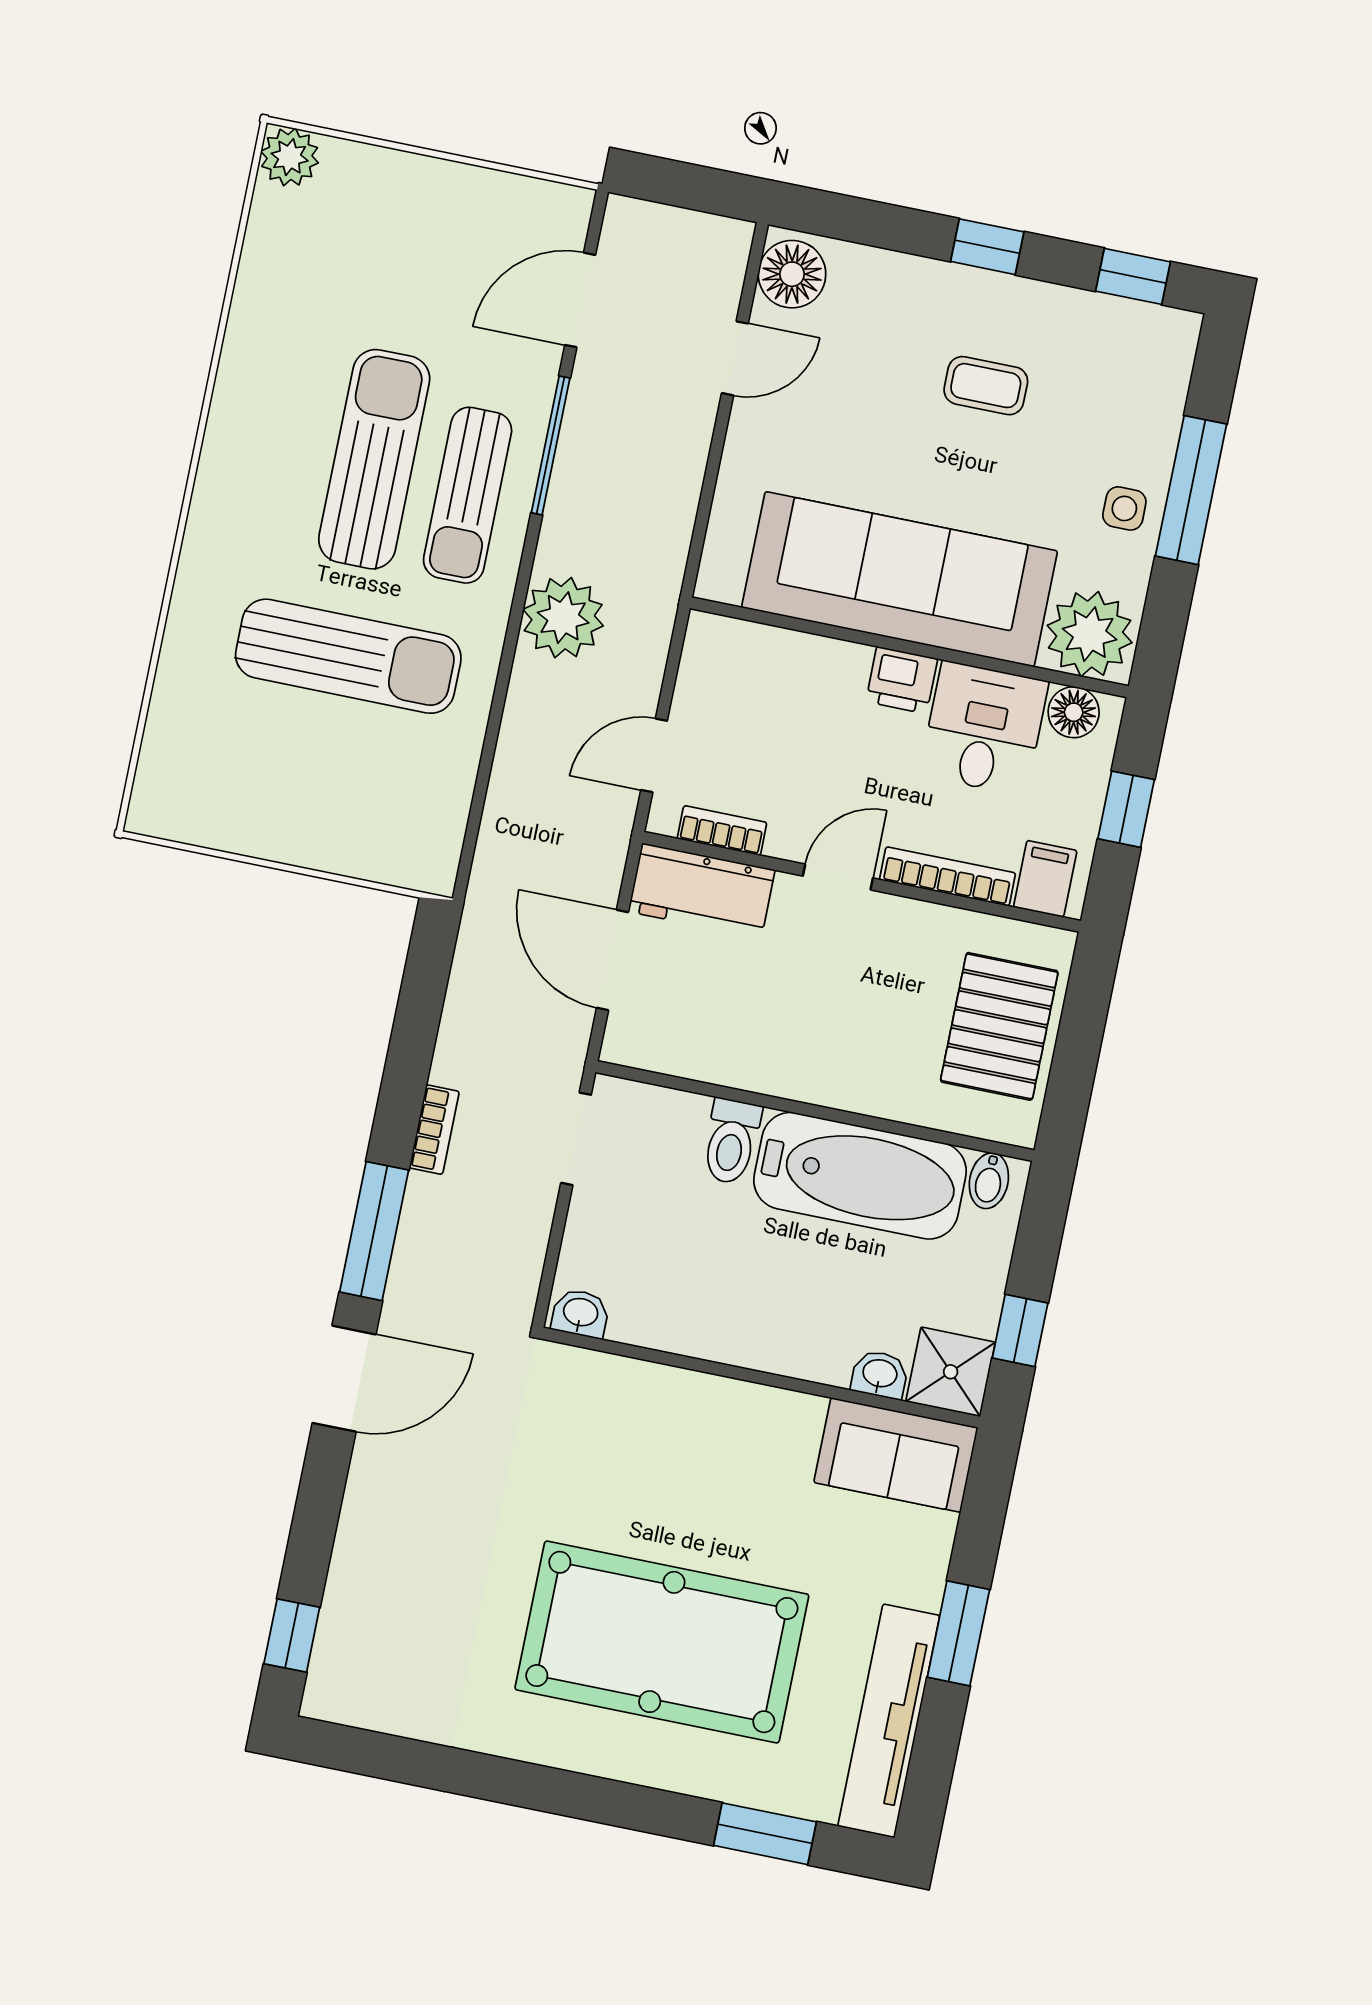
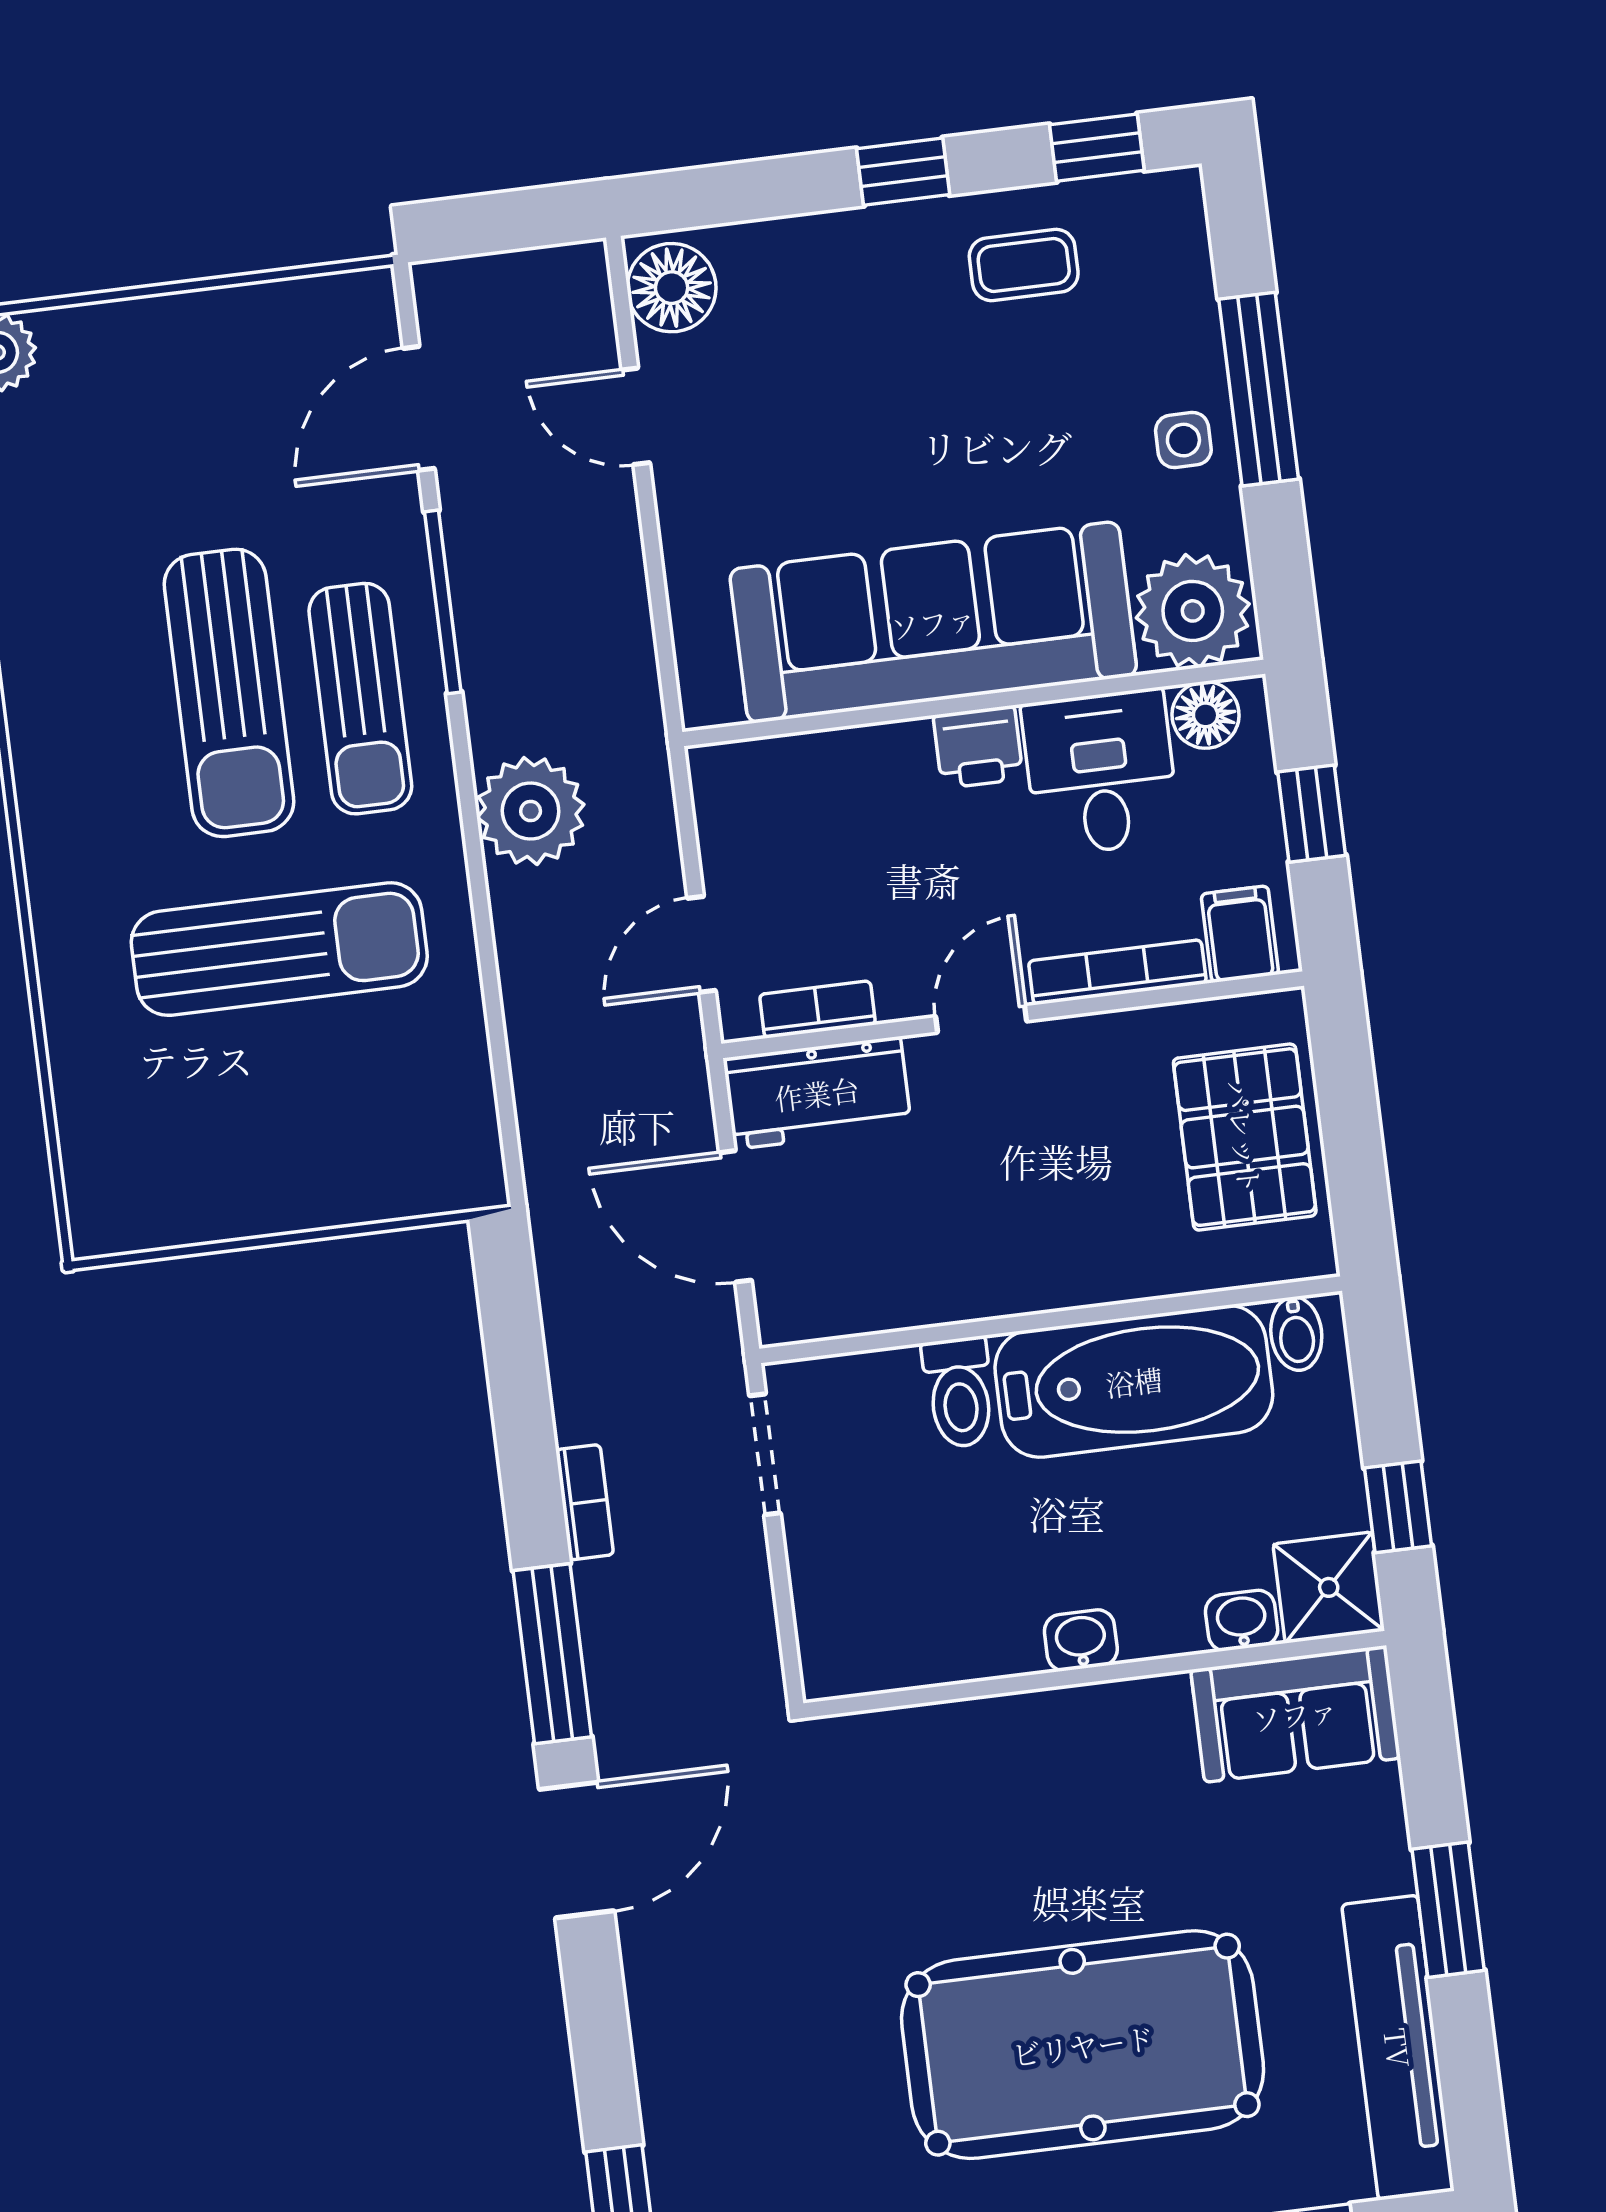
door: (735, 358) -> (636, 416), swing flipped
coffee table: (986, 386) -> (1024, 265), moved
sun lounger: (374, 459) -> (229, 693), turned 180
washbasin: (580, 1313) -> (1081, 1640), moved

